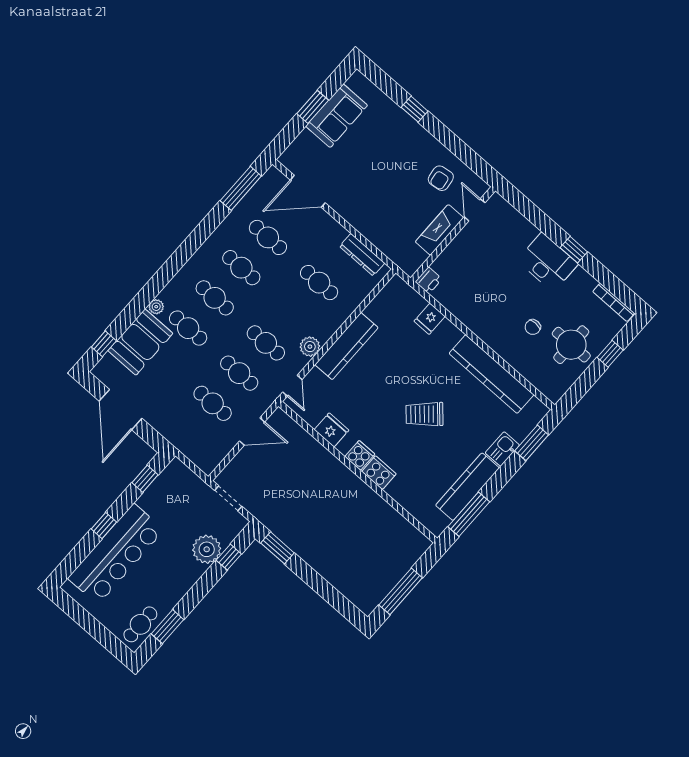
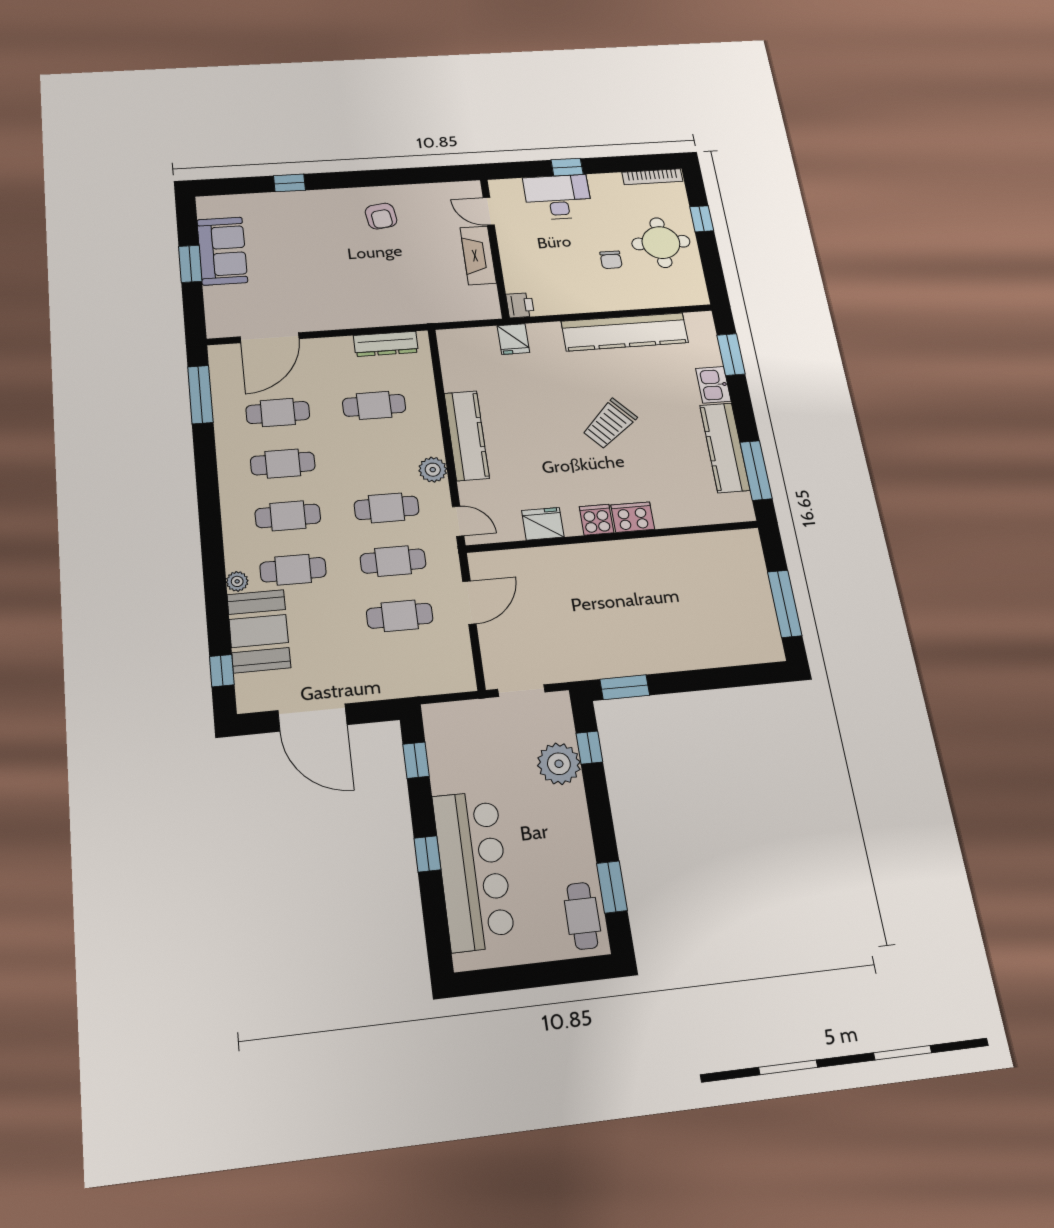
door: (475, 210) -> (489, 211), moved
fireplace: (439, 230) -> (478, 255), moved
wall: (453, 234) -> (495, 248), moved
printer: (428, 280) -> (520, 305), moved

